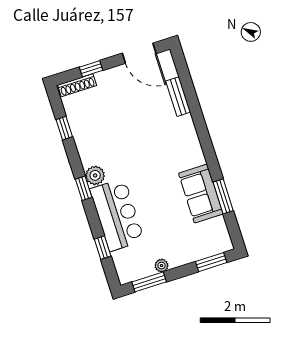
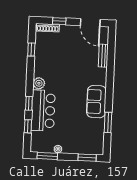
window: (84, 188) -> (29, 103), moved
sofa: (201, 194) -> (96, 102), moved

